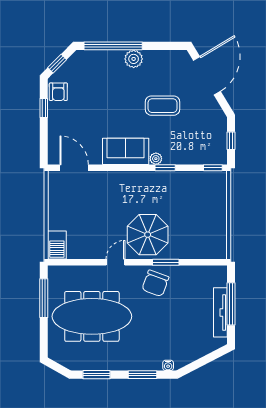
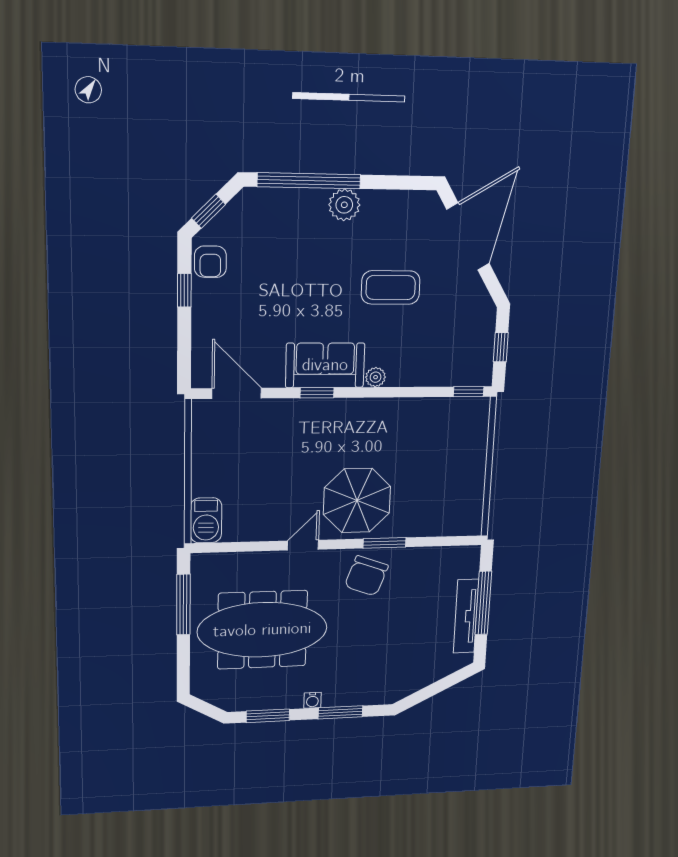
window: (165, 168) -> (317, 393), moved
water cooler: (168, 365) -> (312, 700), moved

